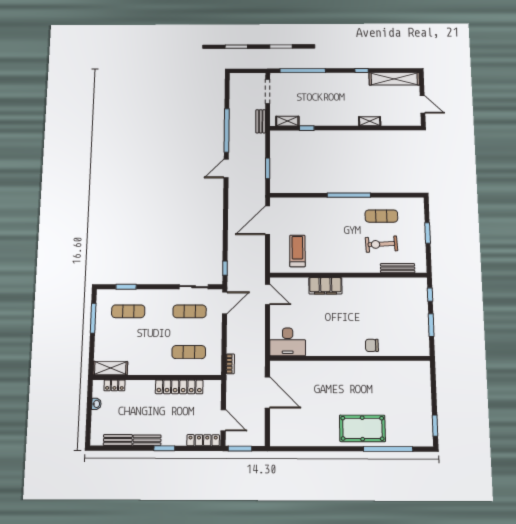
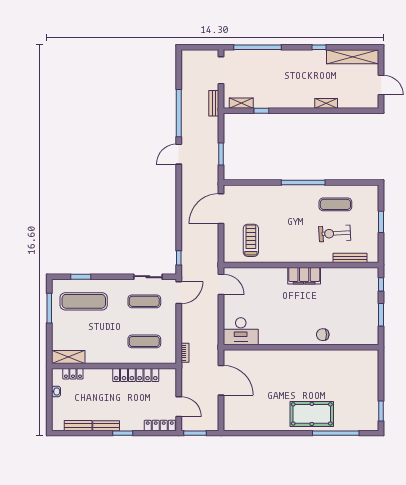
filing cabinet: (325, 286) -> (304, 276), moved
exercise mat: (128, 311) -> (84, 301), width x1.36, depth x1.45

